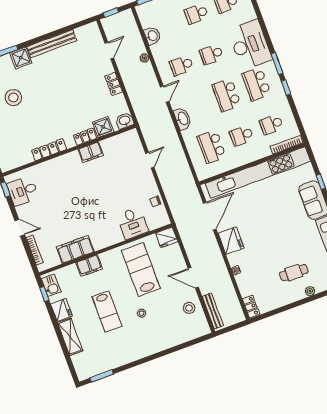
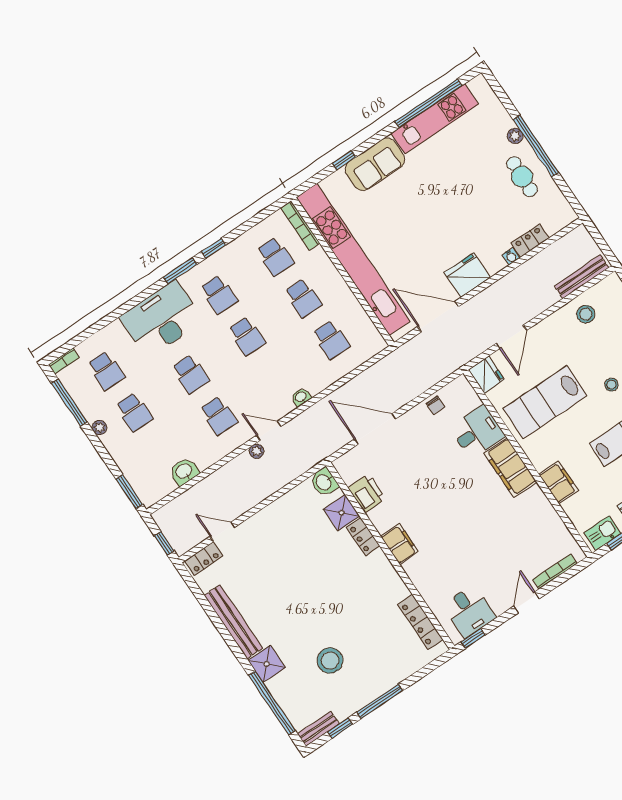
plant: (144, 58) -> (256, 451), moved
locker: (114, 84) -> (204, 559), moved
school desk: (256, 84) -> (219, 295), width x0.54
school desk: (226, 95) -> (247, 336), width x0.54
washbasin: (183, 119) -> (301, 397), width x0.52, depth x0.69
printer: (111, 145) -> (367, 493), added
school desk: (212, 147) -> (331, 340), width x0.54
locker: (49, 150) -> (420, 622), moved
filing cabinet: (91, 152) -> (400, 544), moved
door: (150, 160) -> (375, 429), width x1.88
filing cabinet: (75, 249) -> (510, 468), moved
cafe table: (294, 273) -> (522, 177), moved
door: (193, 278) -> (511, 337), moved
window: (301, 302) -> (536, 146), added
locker: (251, 307) -> (530, 241), moved

